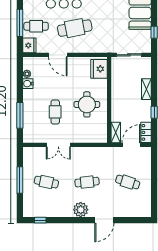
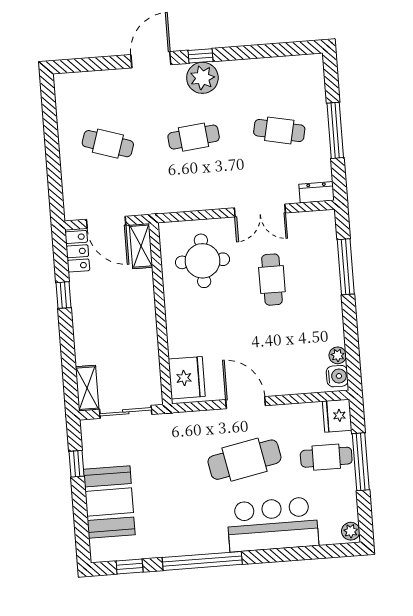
door: (58, 55) -> (246, 403), moved
water cooler: (28, 84) -> (337, 376), moved
shelving: (146, 89) -> (87, 388), moved
round table: (87, 104) -> (202, 261), moved
double door: (58, 145) -> (260, 210), swing flipped
door: (131, 145) -> (106, 222), hinge flipped
dresser: (31, 152) -> (317, 192), added
window: (40, 220) -> (200, 56), moved

